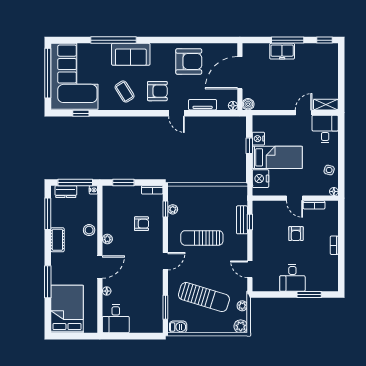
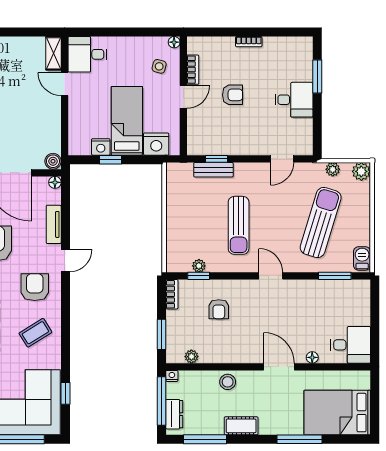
side table: (329, 170) -> (159, 66), moved
armchair: (141, 224) -> (219, 309), turned 180
plant: (107, 239) -> (191, 357), moved

